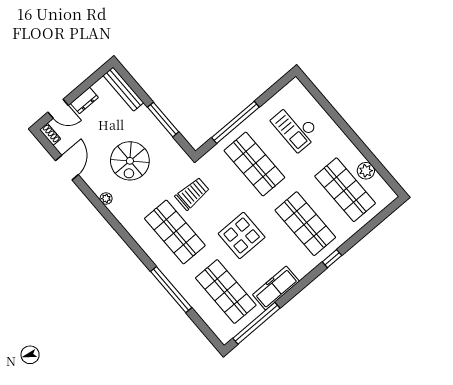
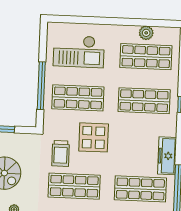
checkout: (295, 127) -> (79, 51), width x1.36, depth x1.21
trolley: (192, 194) -> (61, 153), turned 180
display table: (242, 235) -> (94, 137), moved

